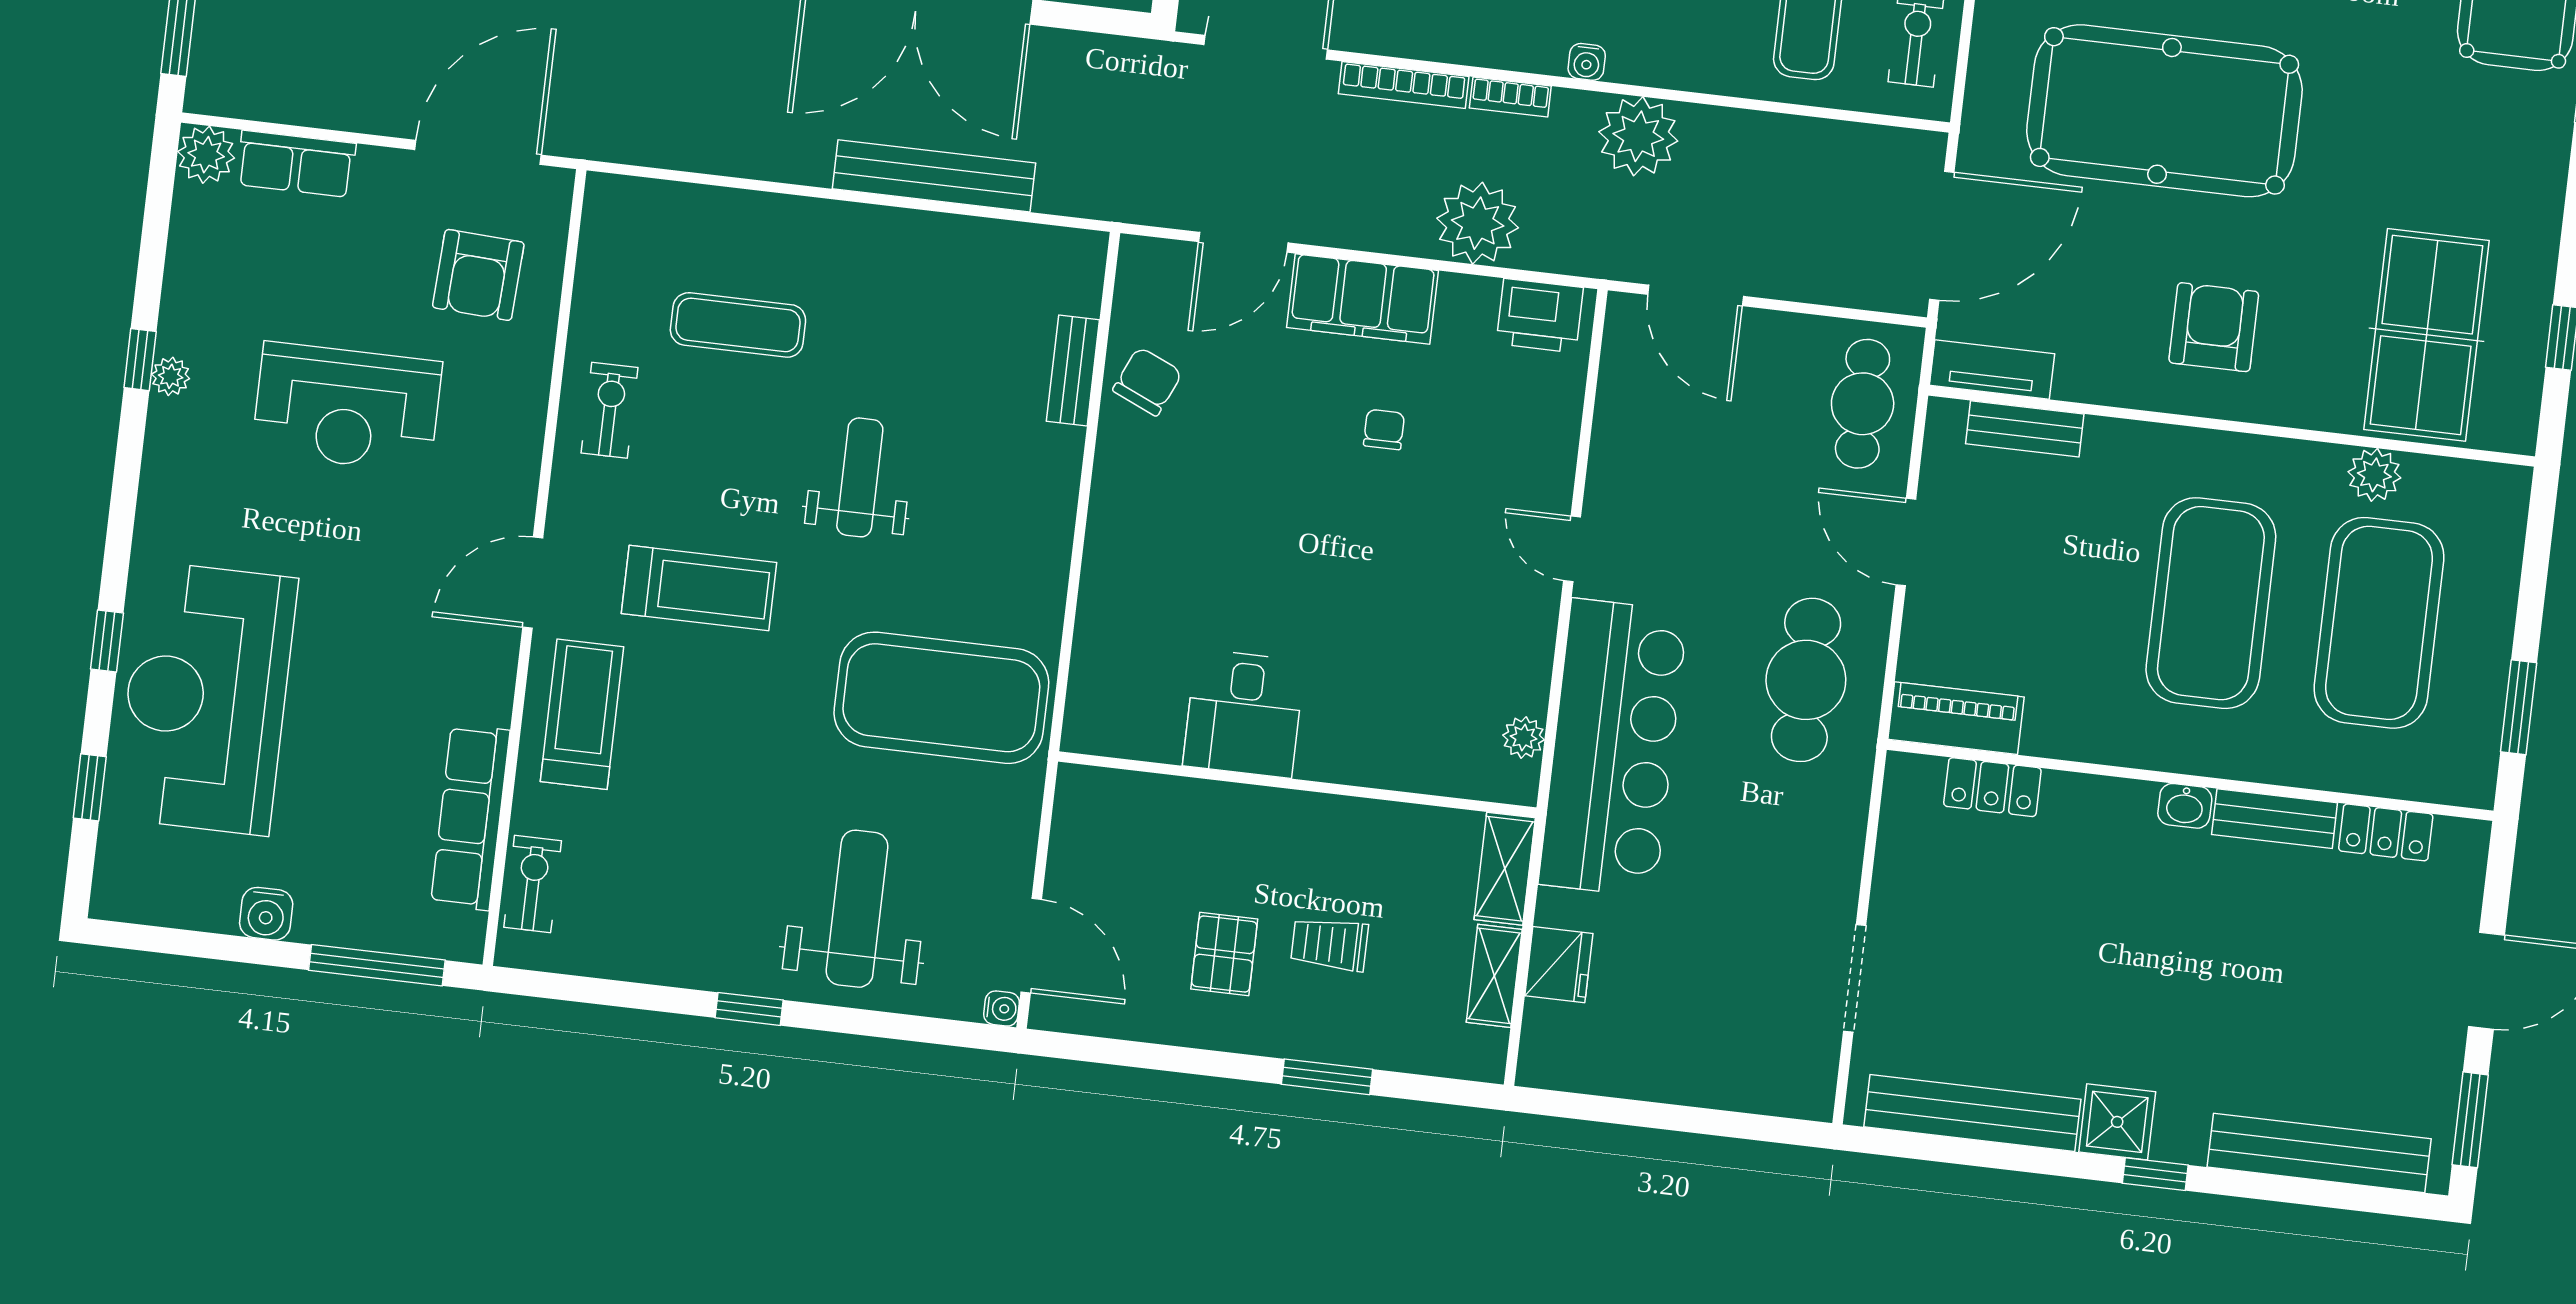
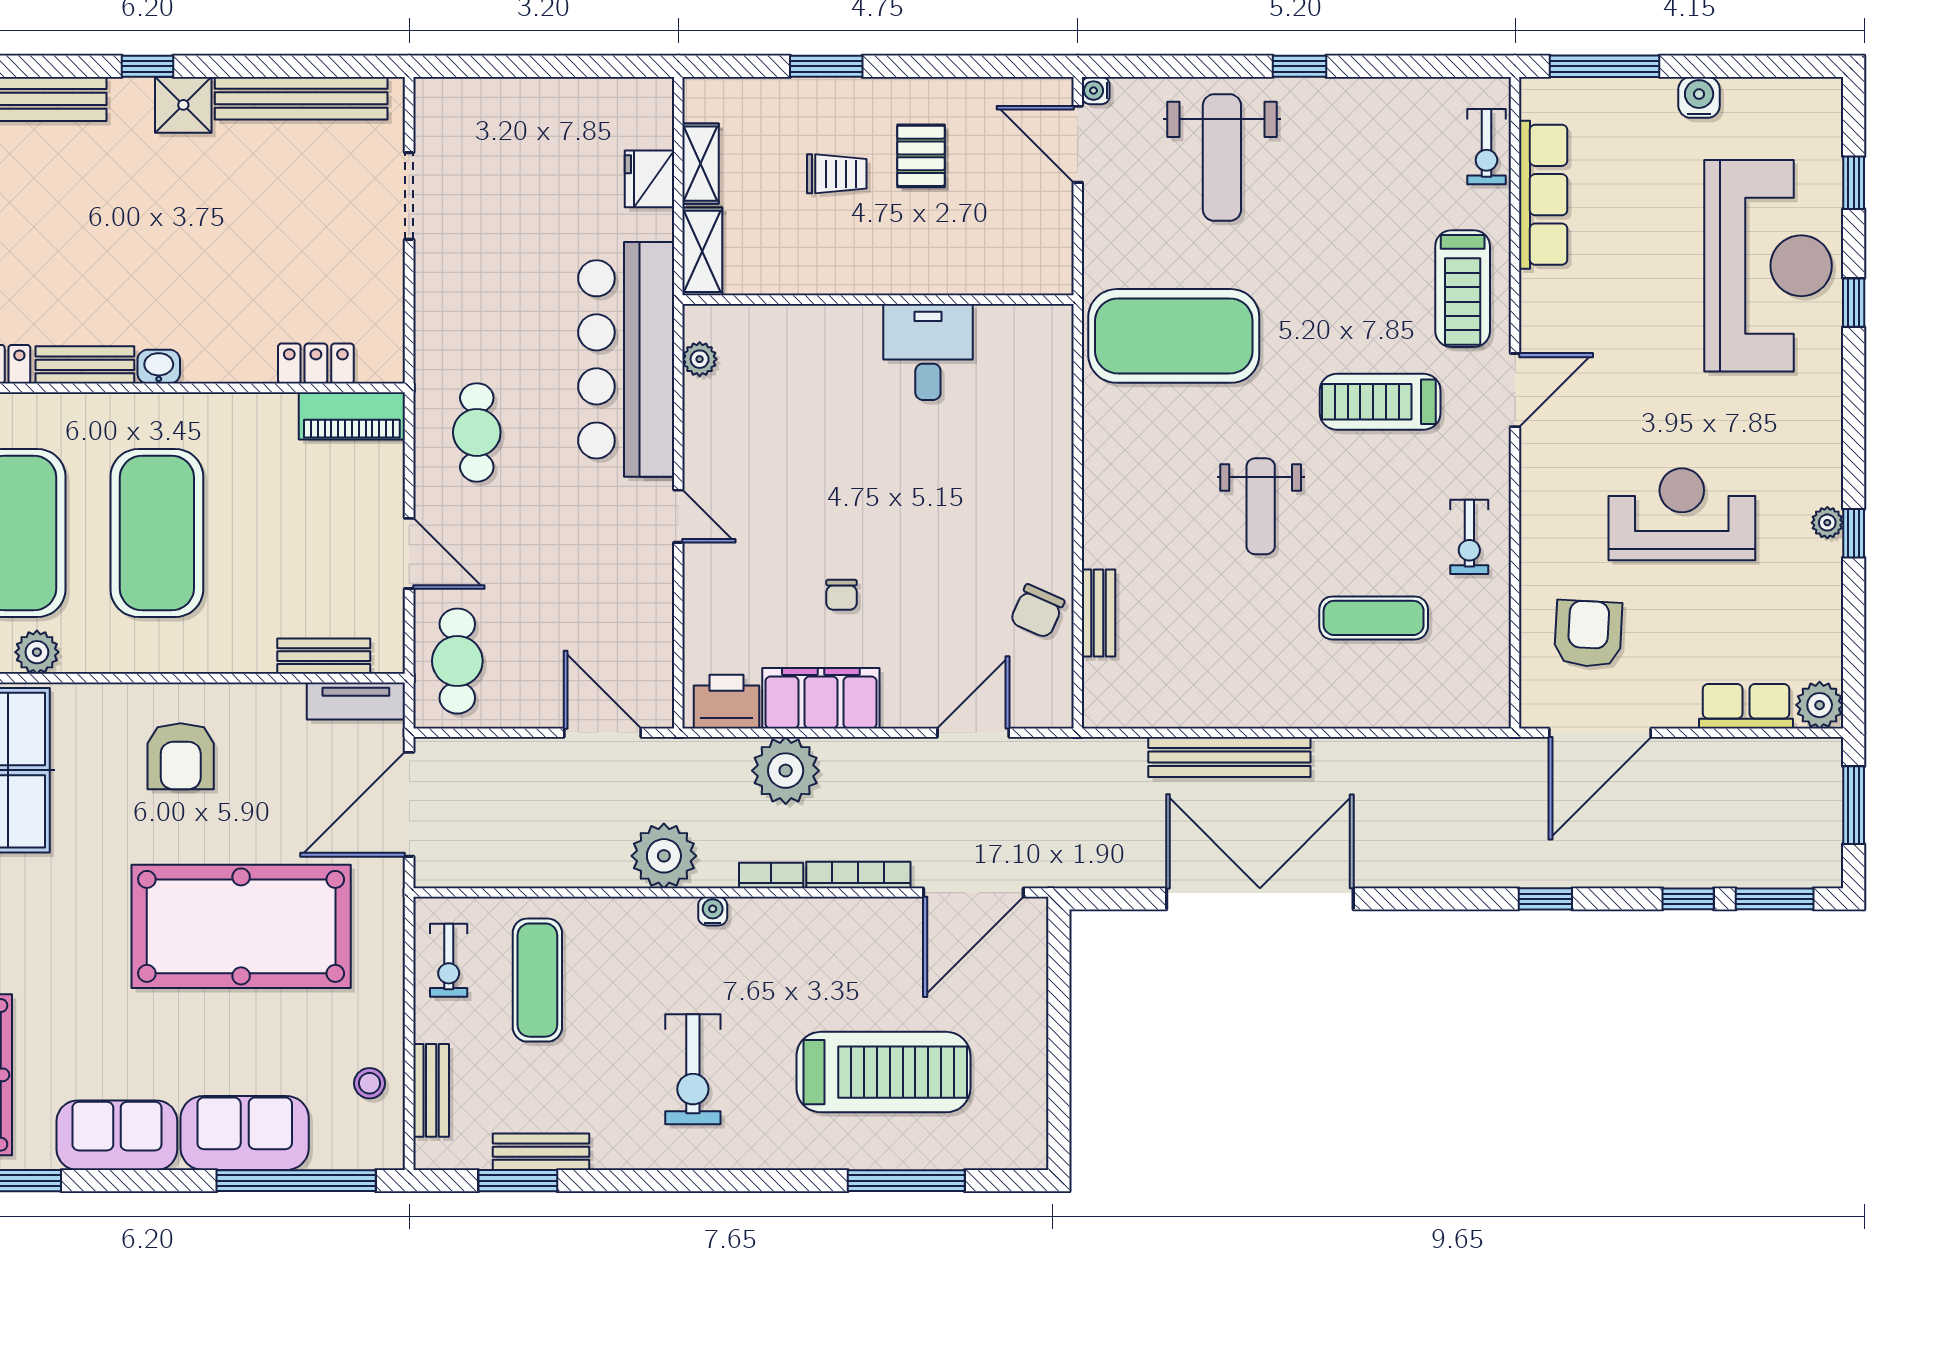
filing cabinet: (1362, 299) -> (821, 698), moved
cafe table: (1806, 680) -> (477, 432), width x0.73, depth x0.74

